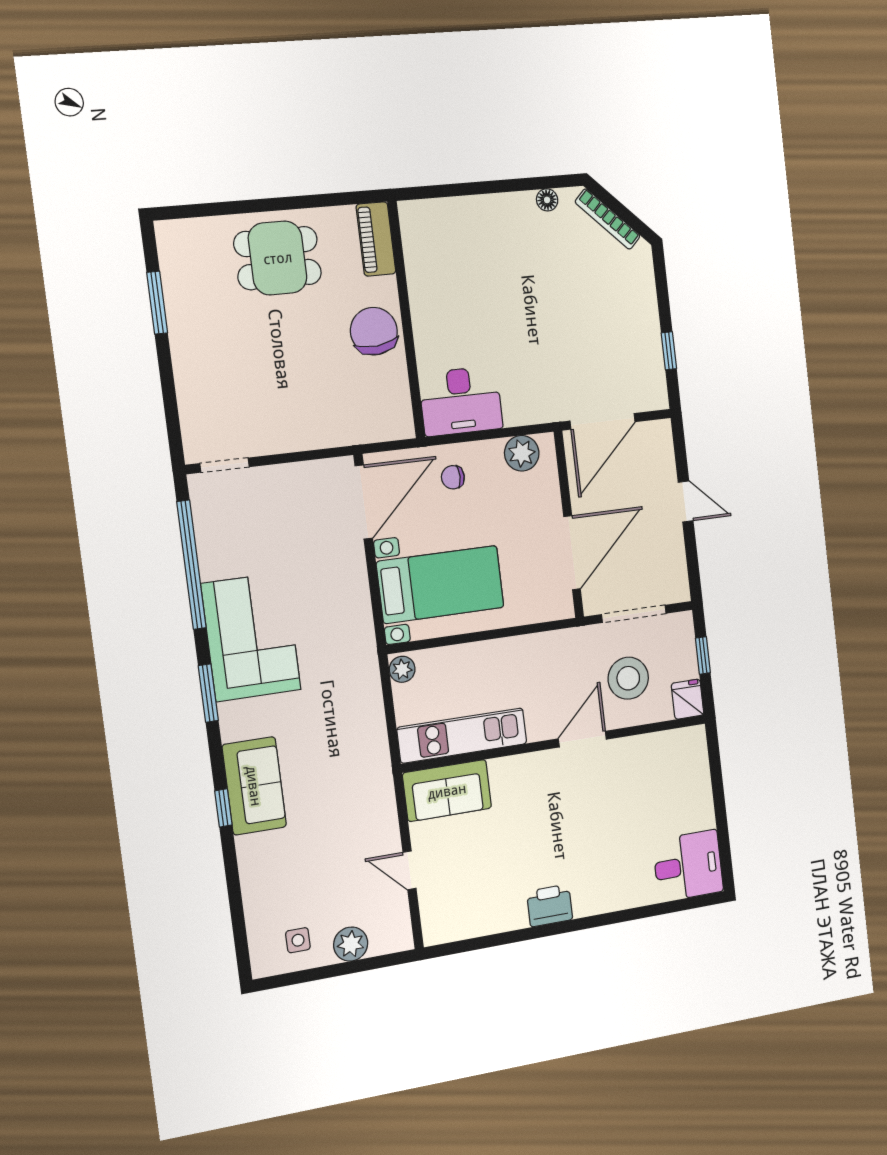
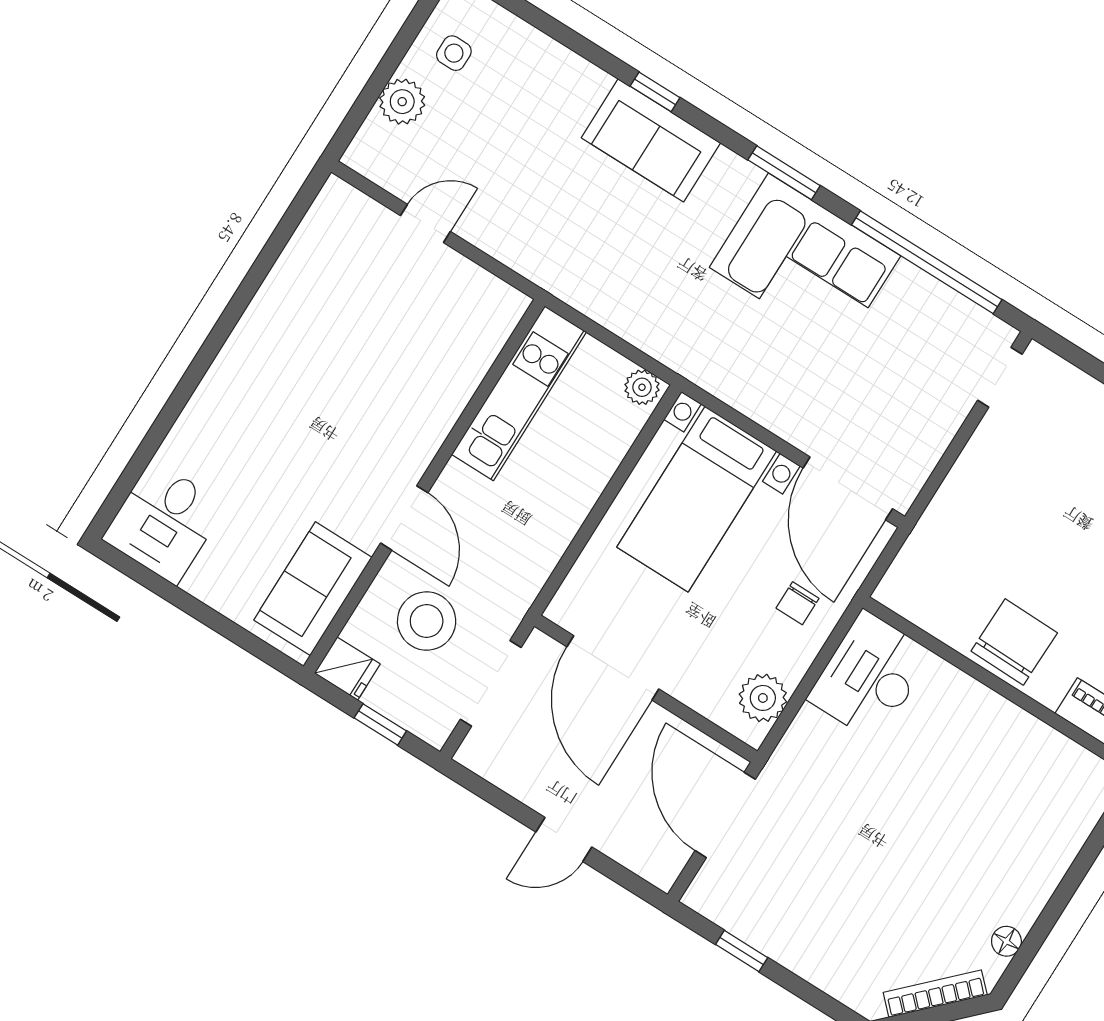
chair: (374, 331) -> (1014, 642), turned -83
chair: (453, 477) -> (797, 603), turned 180
sofa: (447, 791) -> (313, 589), moved
printer: (550, 905) -> (256, 338), removed

